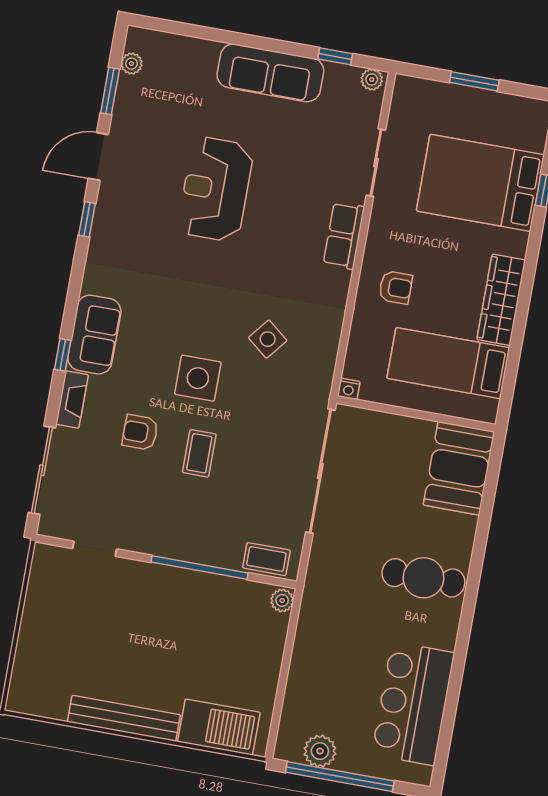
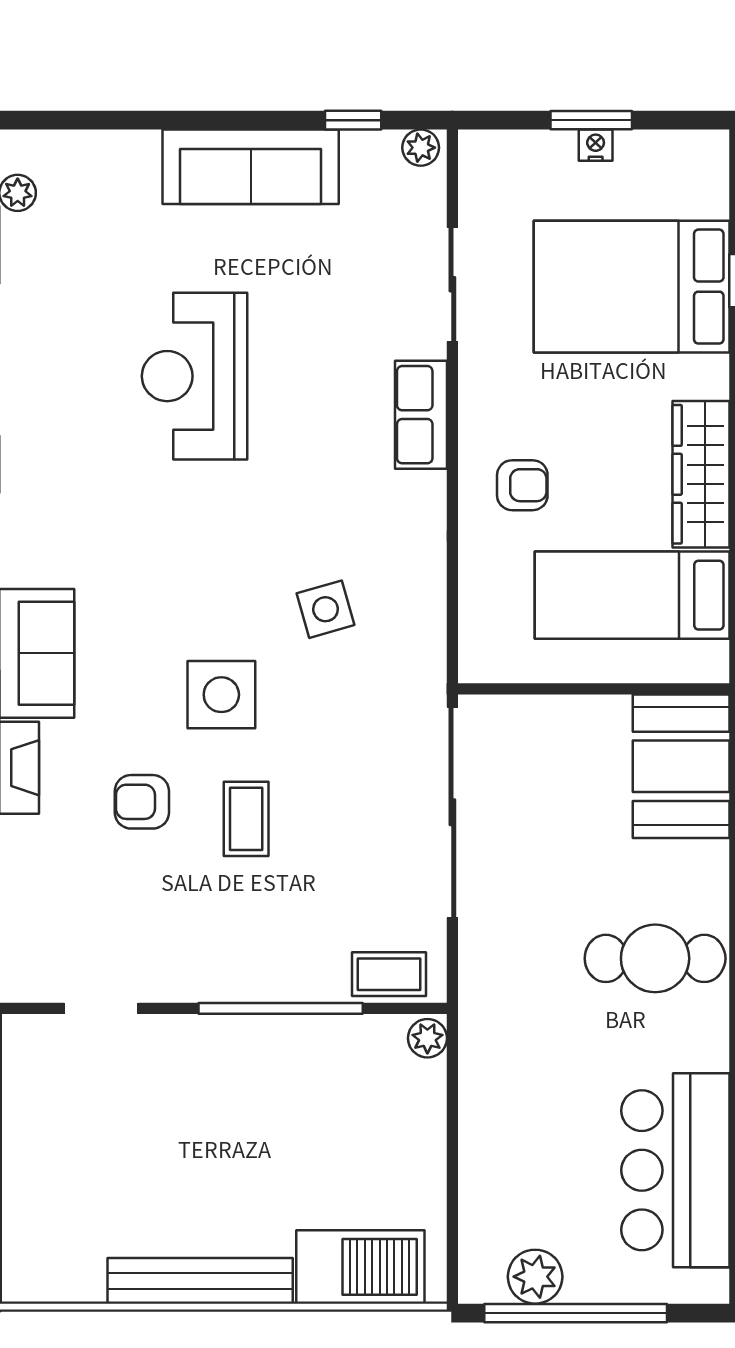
side table: (268, 339) -> (326, 609), turned 35
nightstand: (349, 389) -> (596, 145), moved, turned 180

